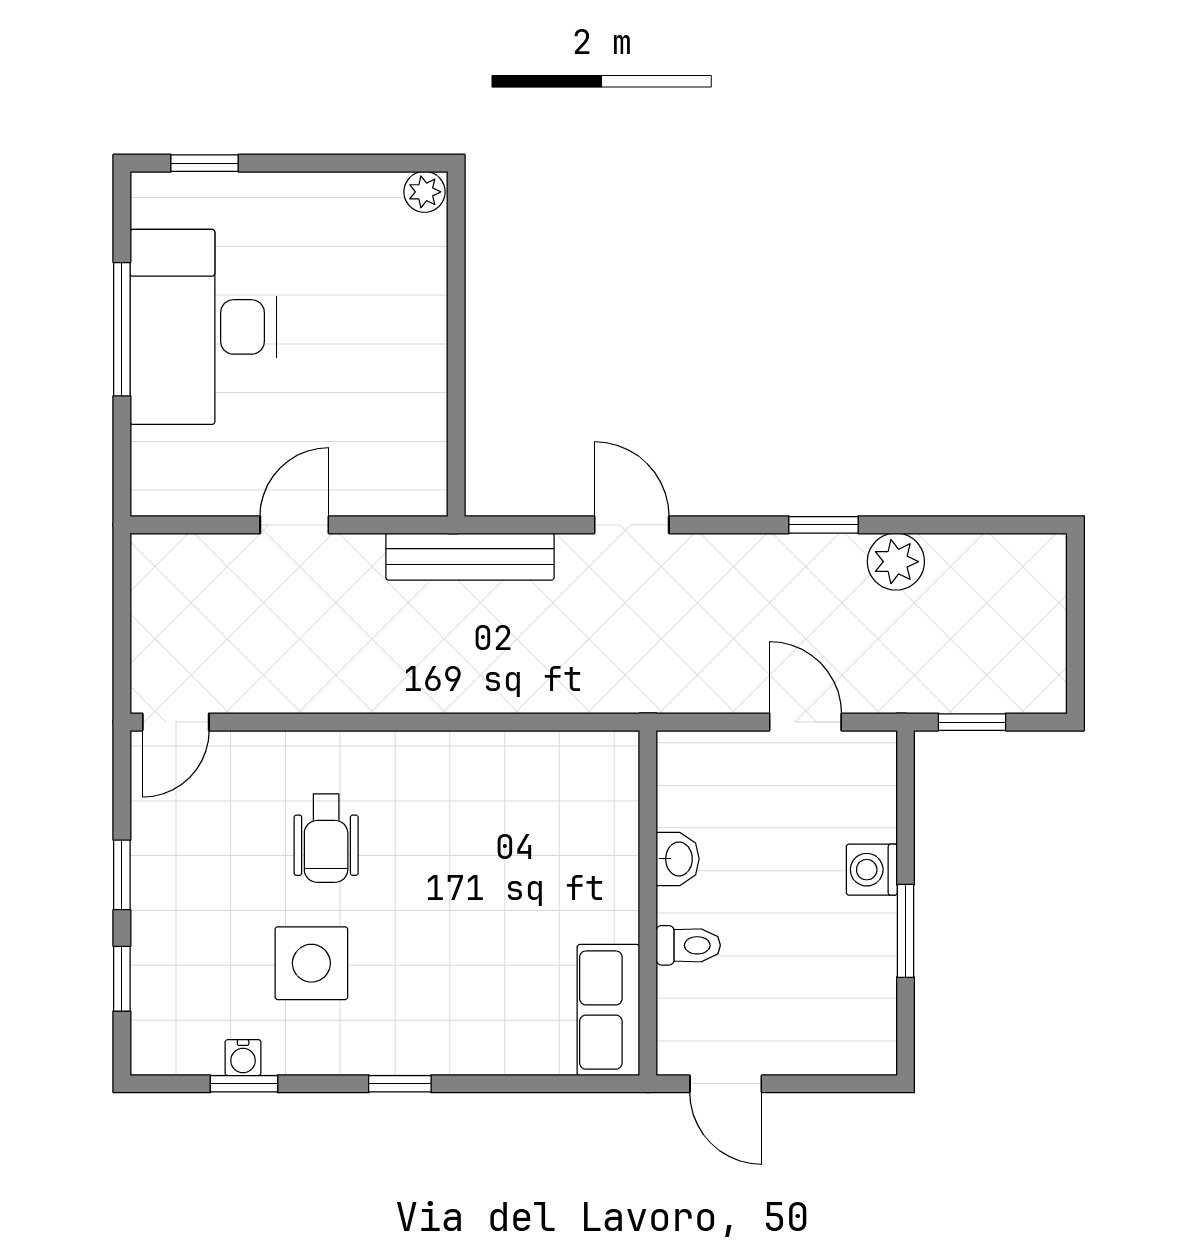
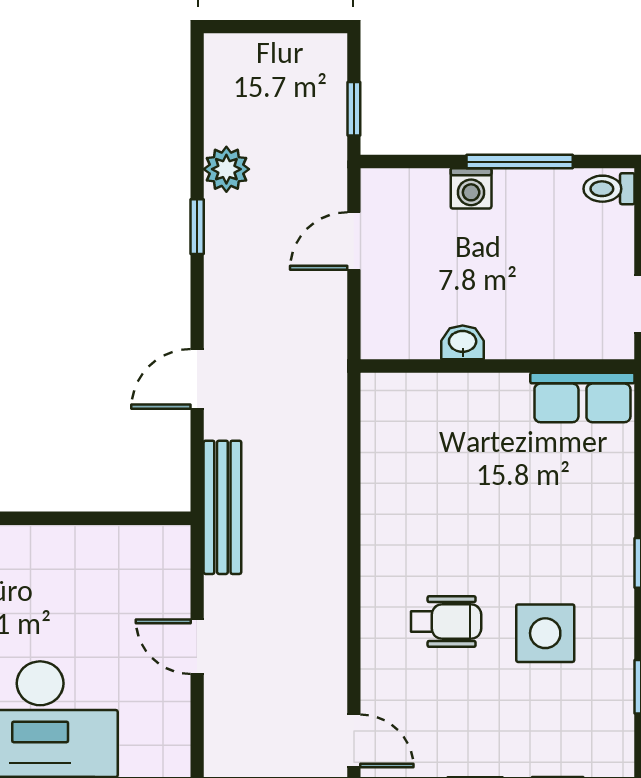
window: (906, 931) -> (520, 162), width x1.44
toilet: (688, 945) -> (609, 189), moved, turned -90
water cooler: (243, 1058) -> (620, 687), removed

